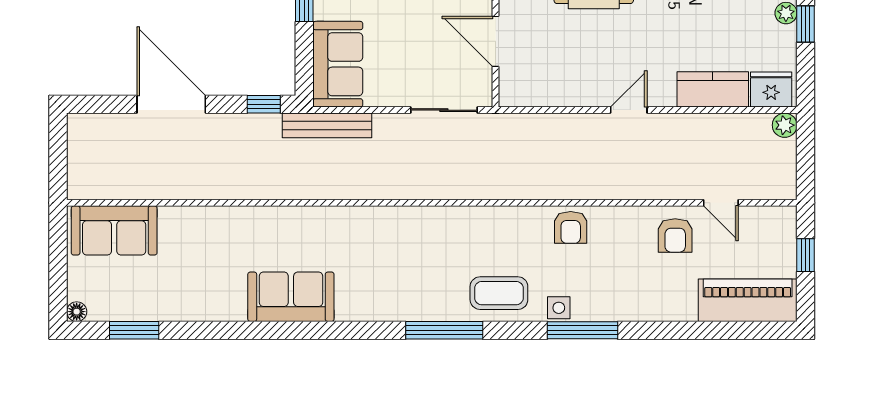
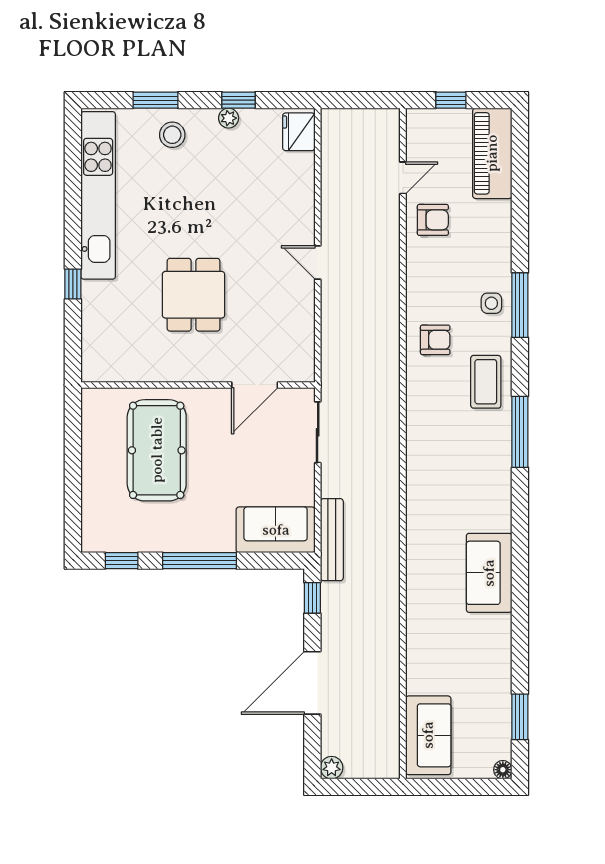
kitchen counter: (713, 89) -> (299, 185), removed
plant: (785, 125) -> (332, 768), moved
armchair: (571, 227) -> (435, 340), moved
side table: (559, 308) -> (491, 303), moved

